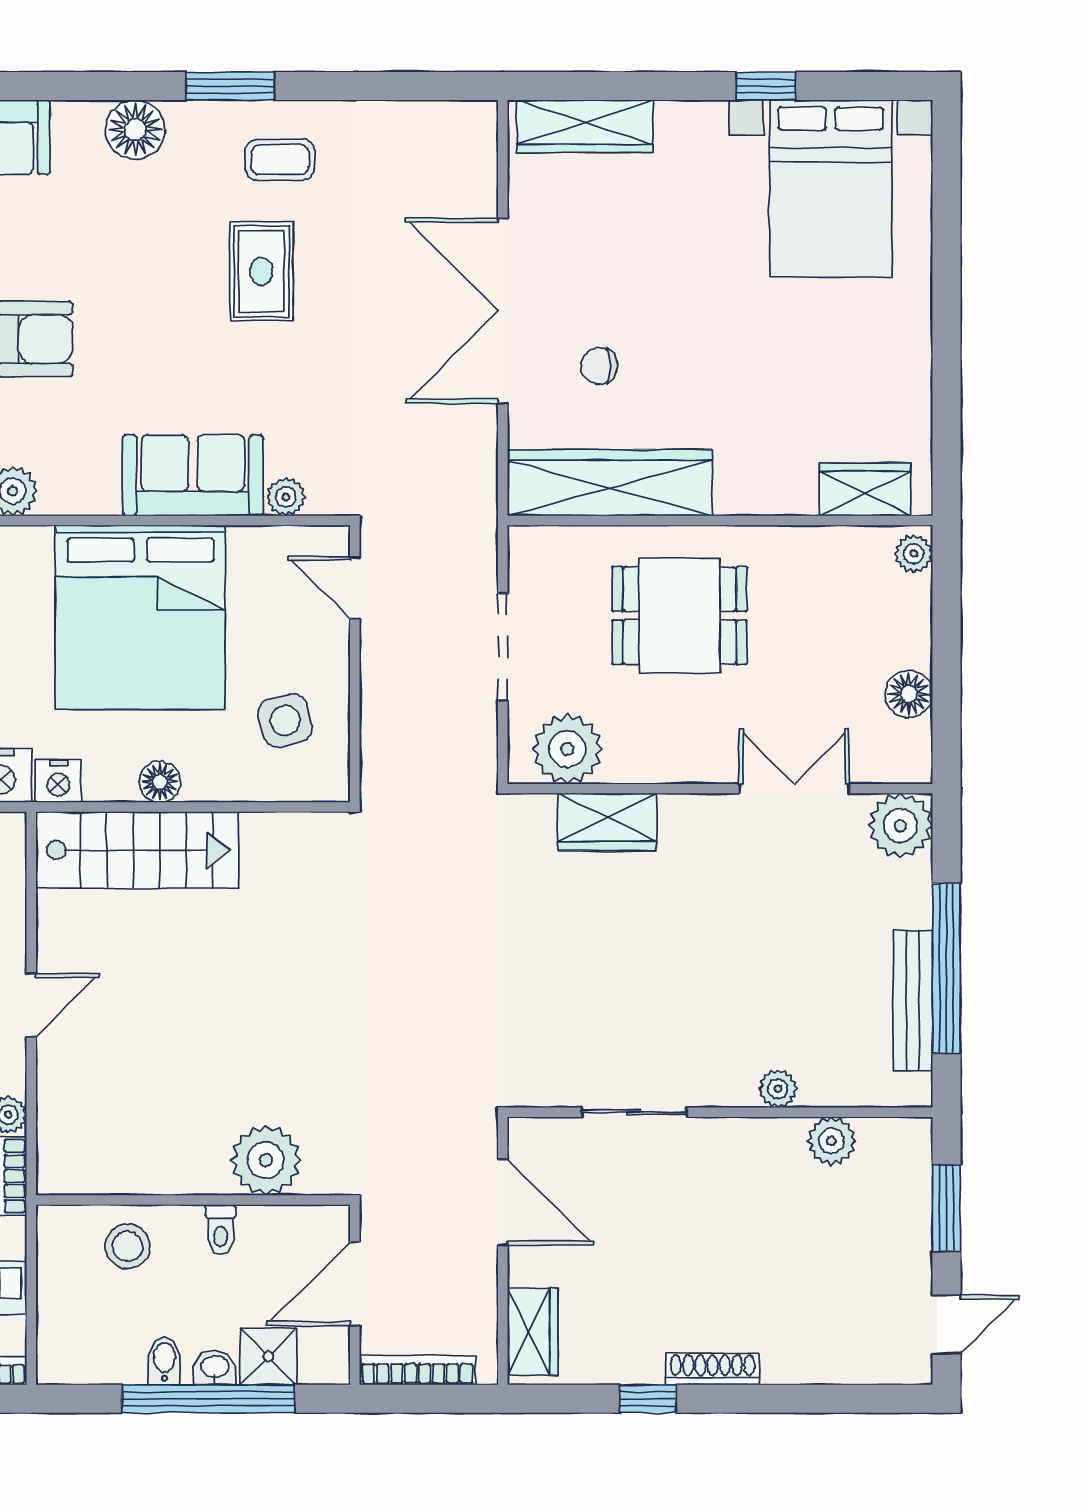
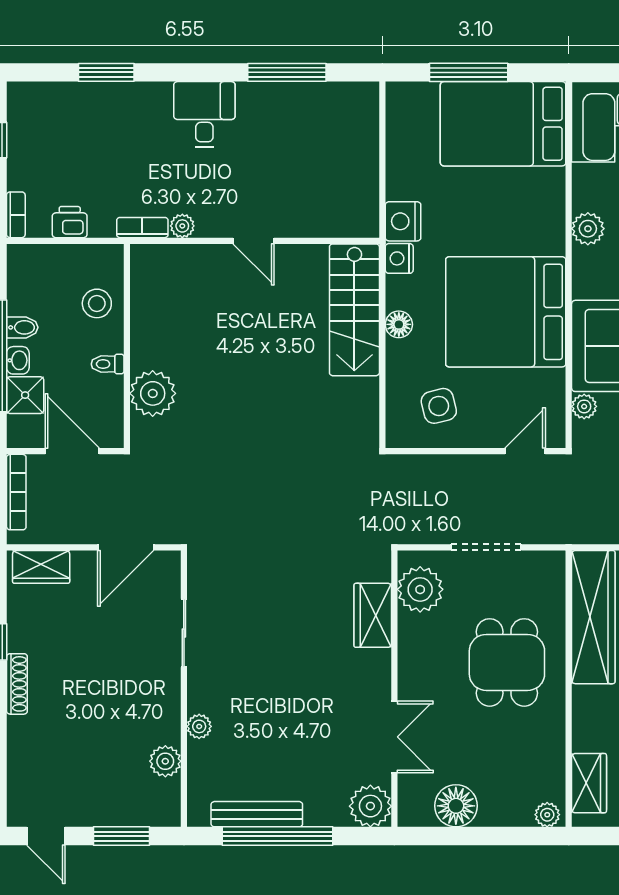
floor lamp: (909, 694) -> (456, 806), width x1.38, depth x1.38

